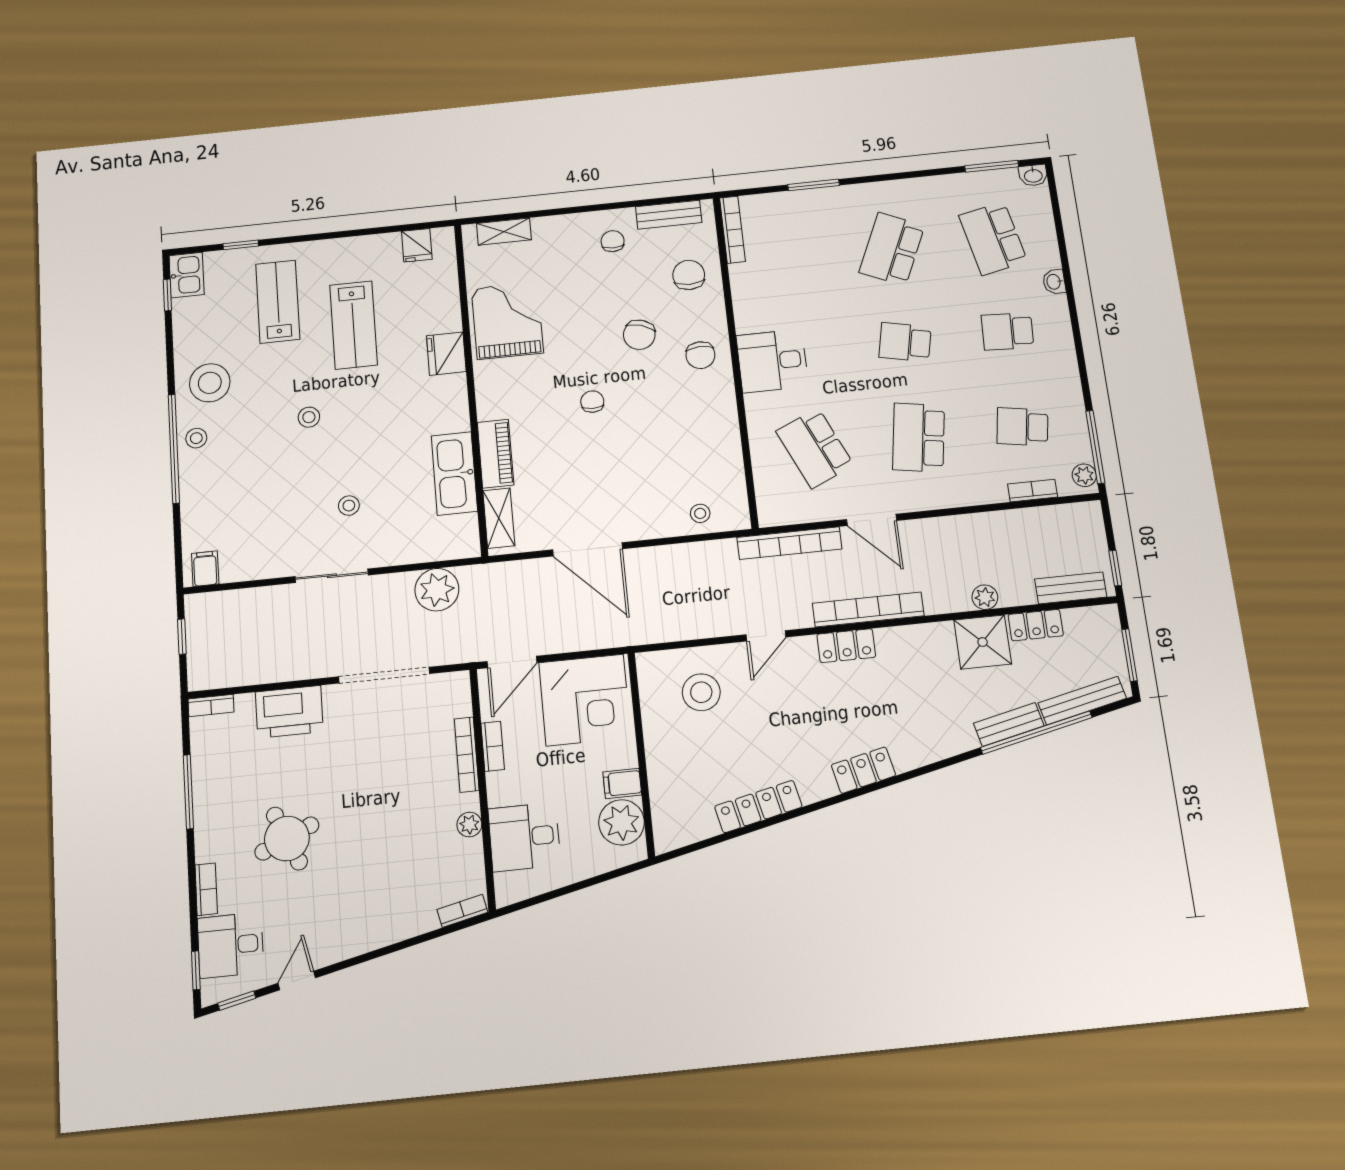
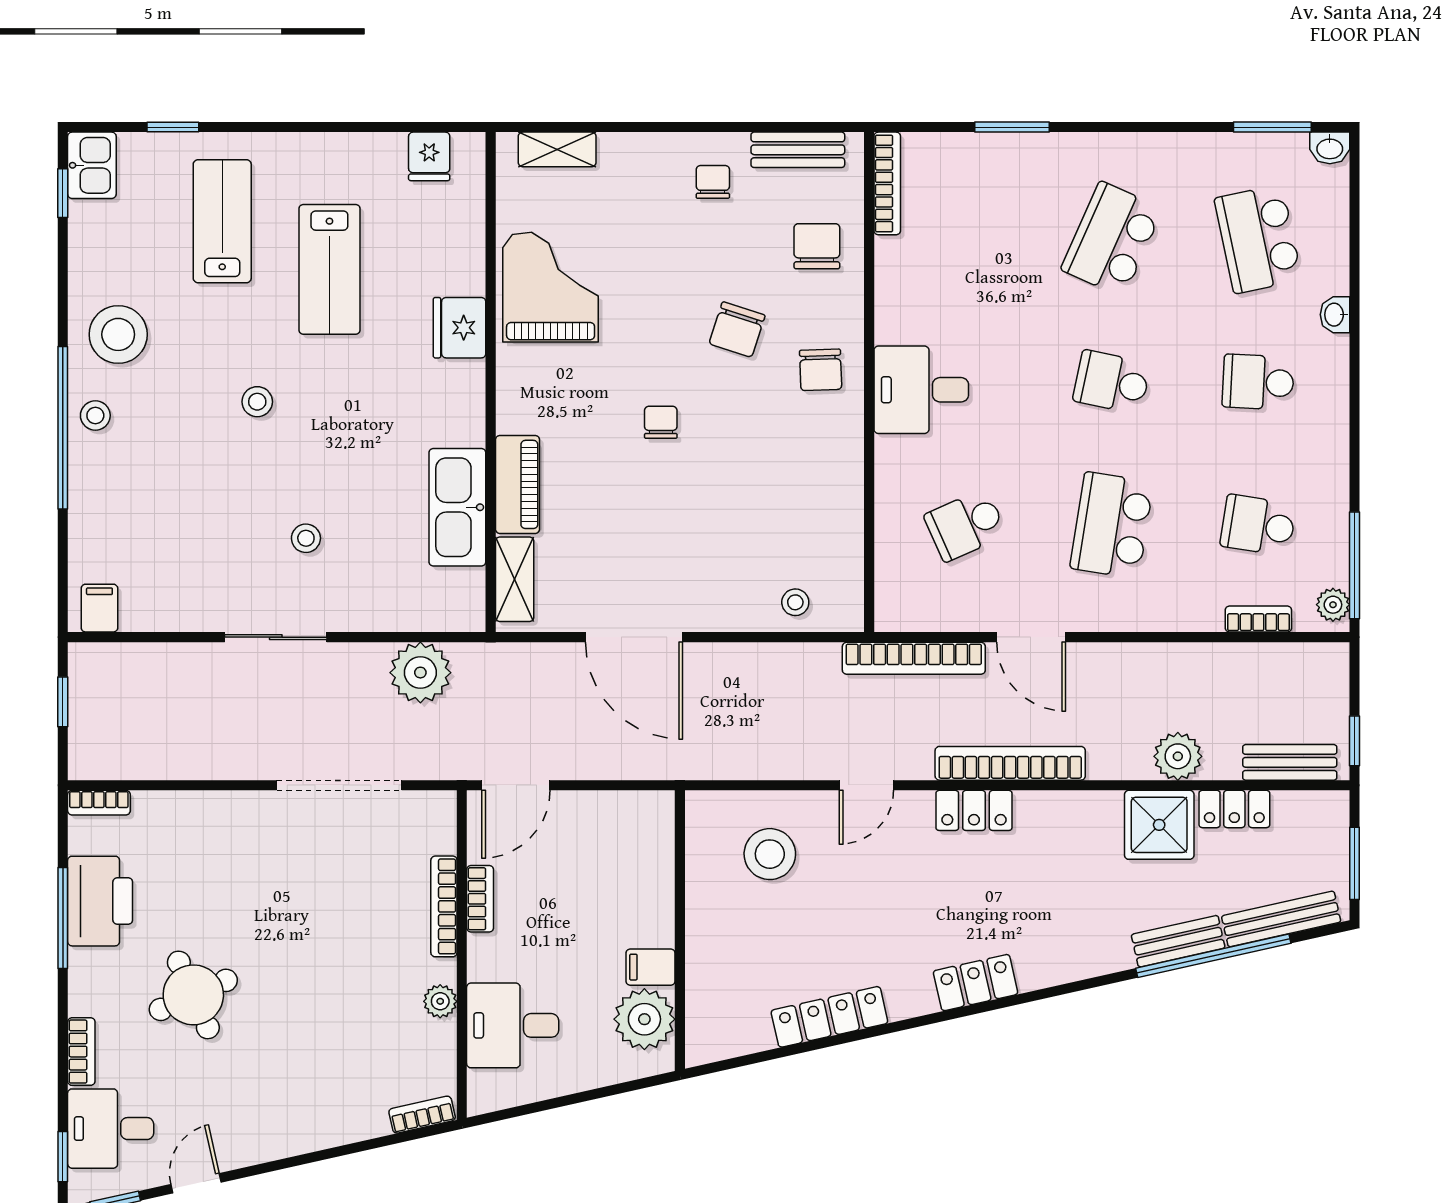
school desk: (815, 448) -> (965, 525), width x0.54
plant: (985, 597) -> (1178, 756), width x1.38, depth x1.38
corner desk: (585, 700) -> (611, 848), removed
printer: (289, 712) -> (100, 901), moved, turned -90

